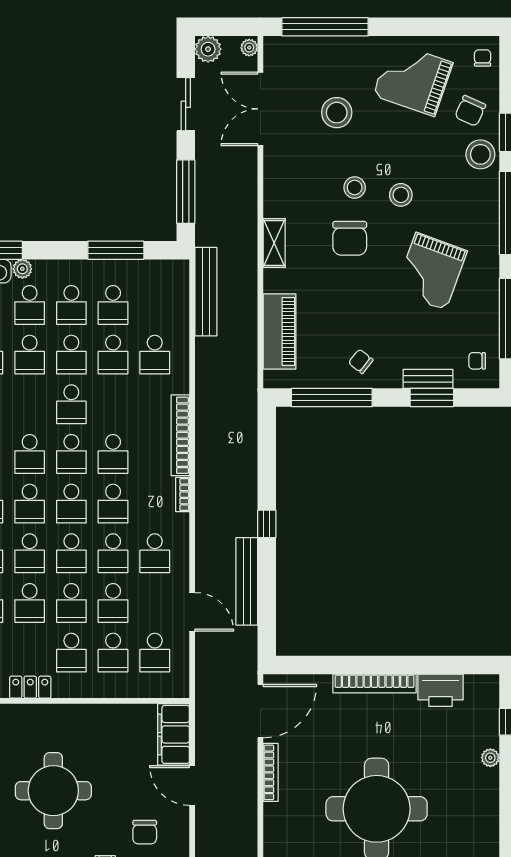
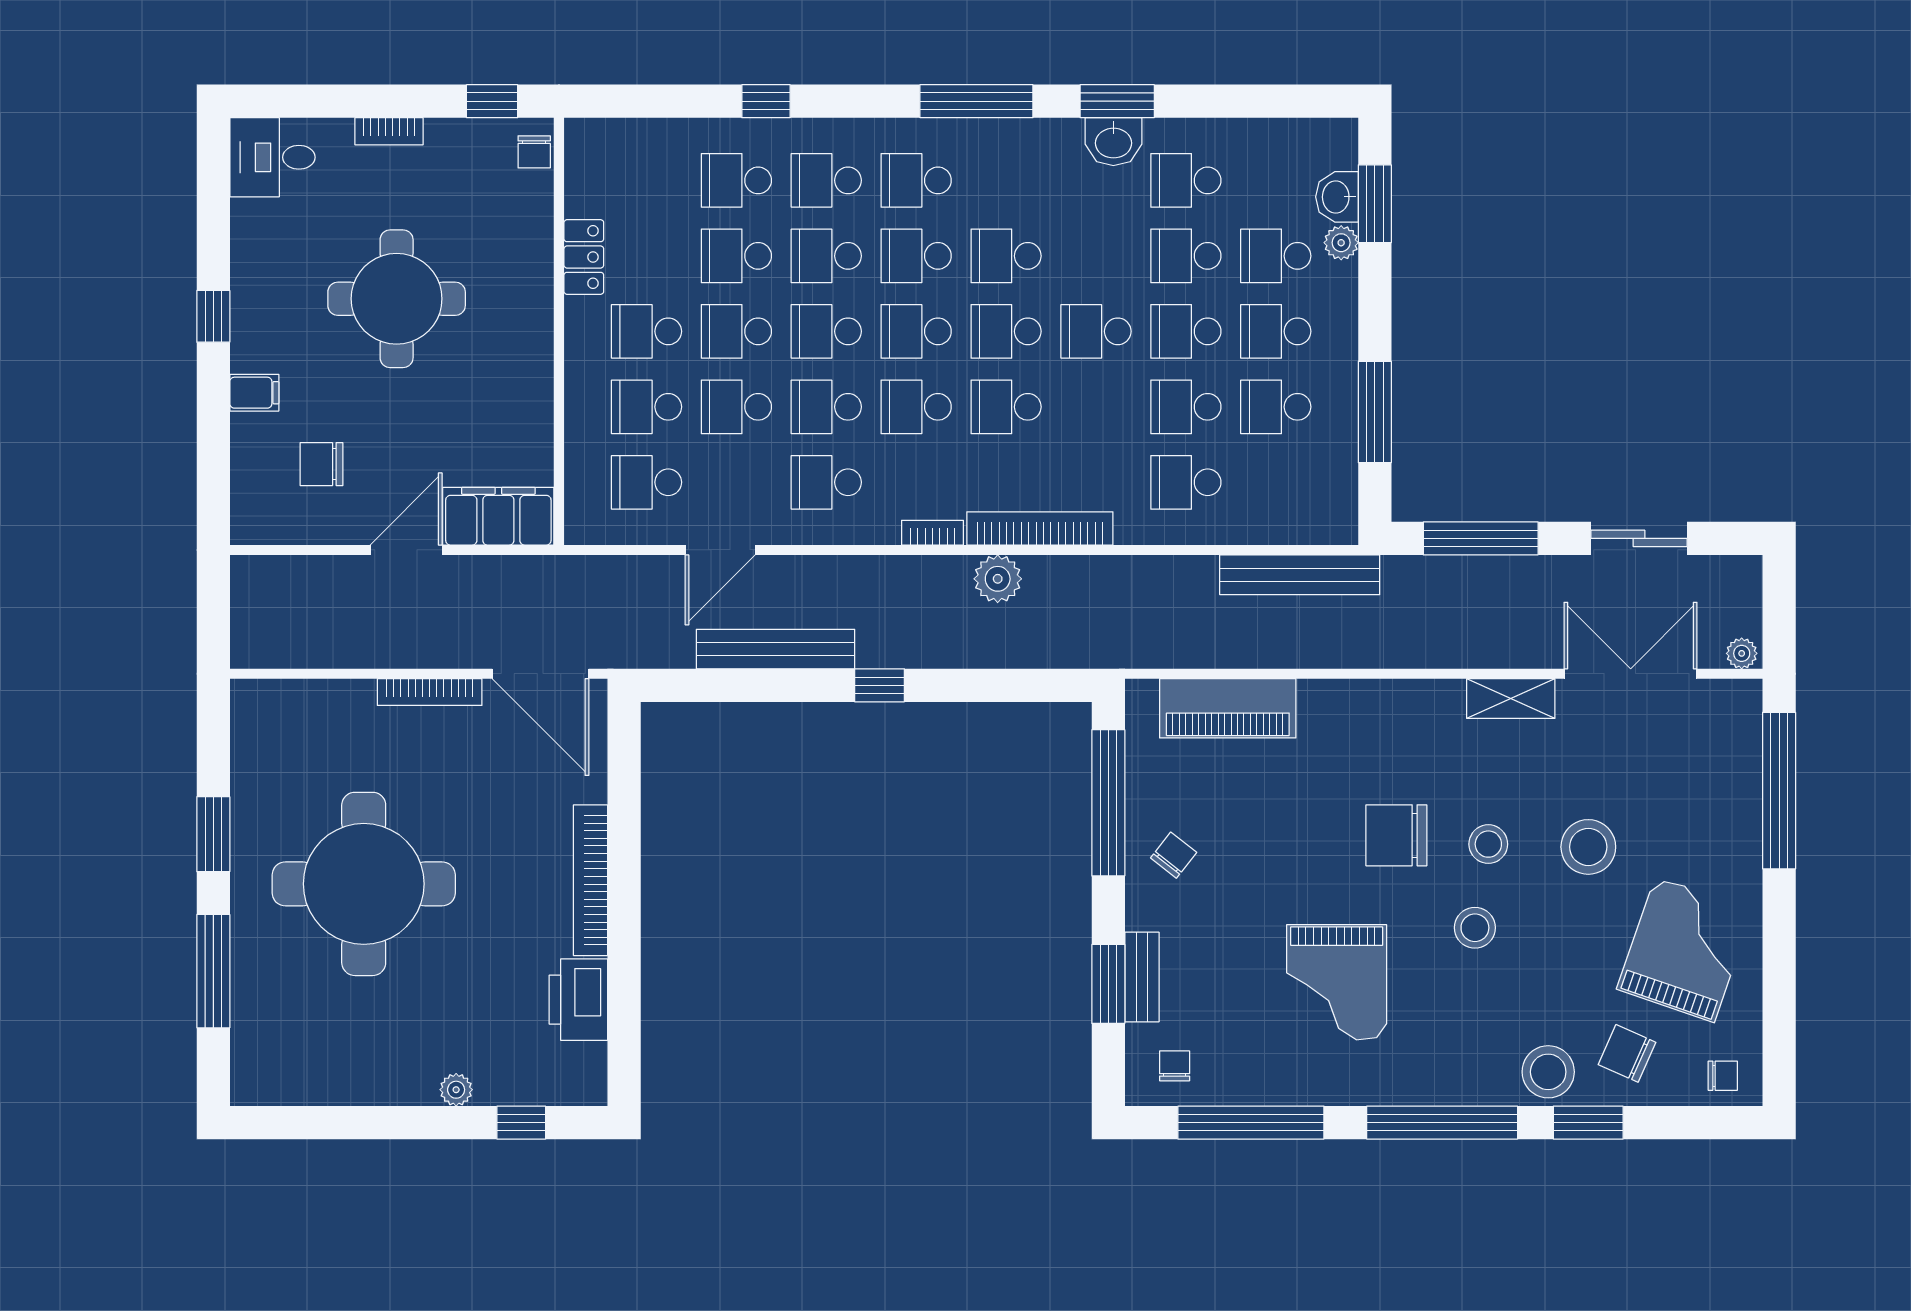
plant: (208, 49) -> (998, 579), moved
stool: (337, 113) -> (1588, 847), moved
shelving: (274, 243) -> (1511, 699), moved
grand piano: (431, 271) -> (1337, 982), turned -110

